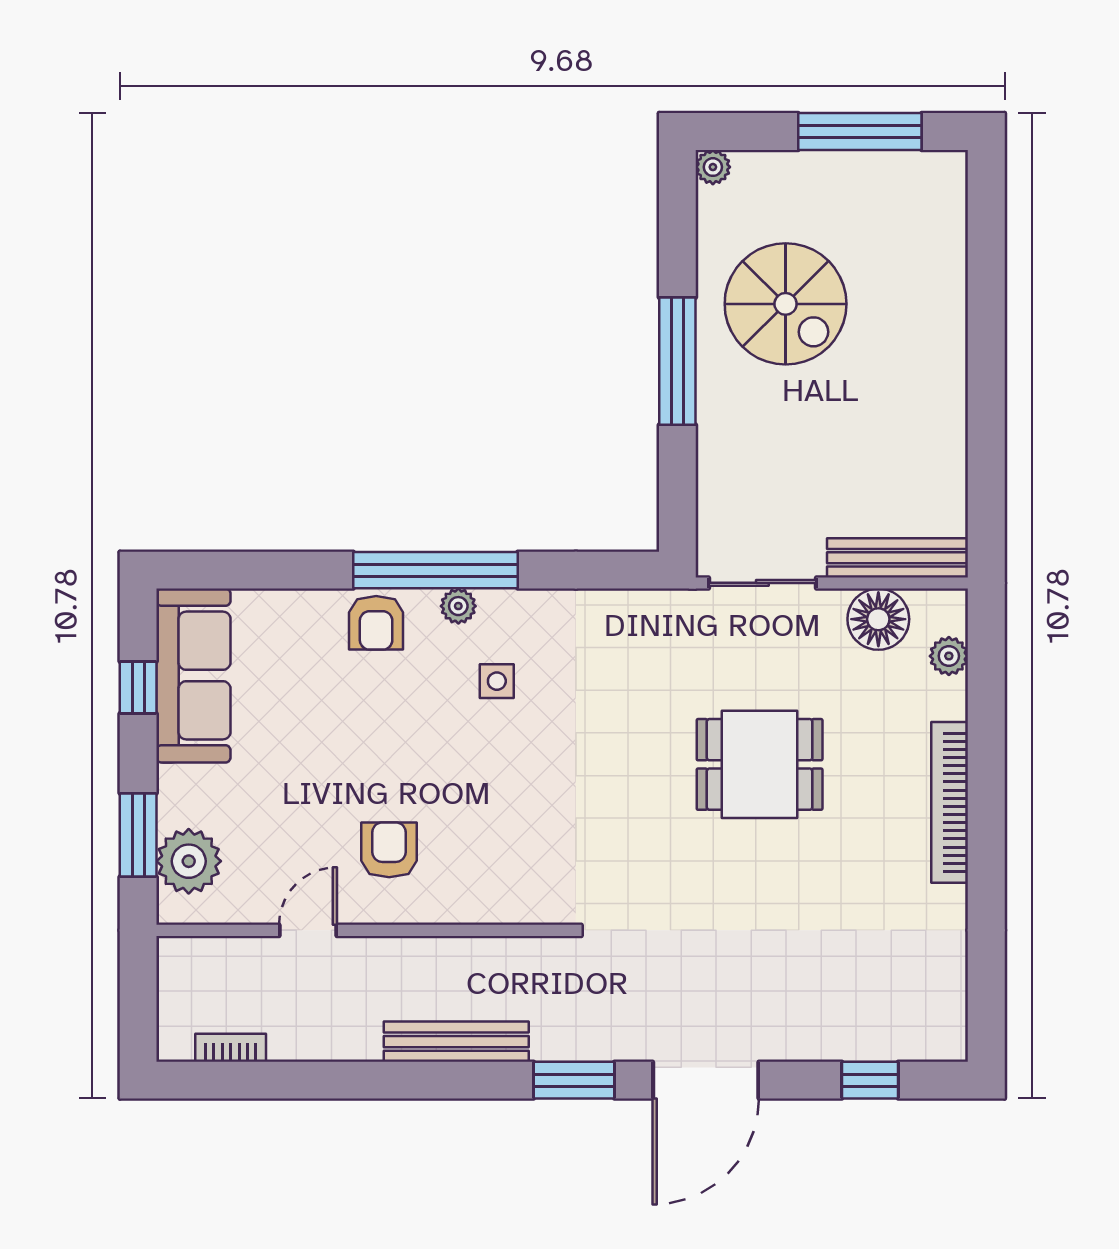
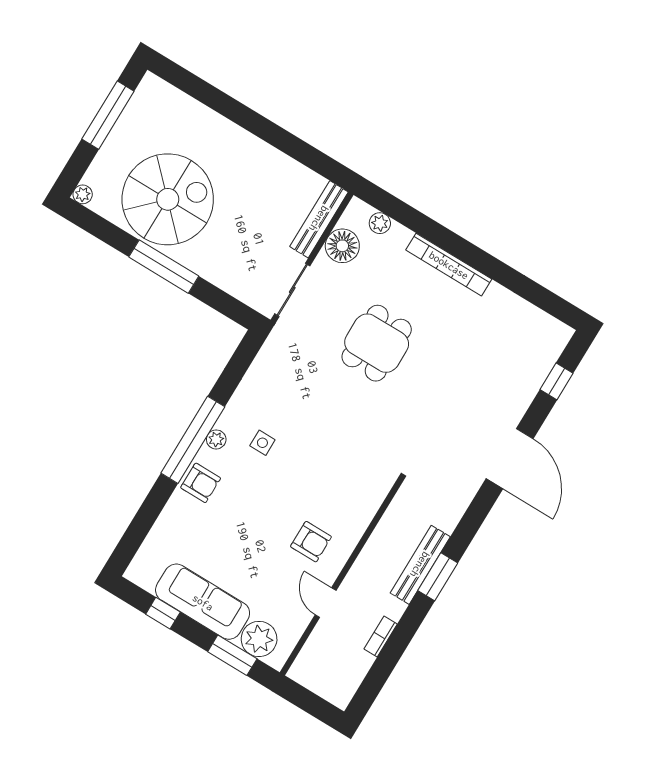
spiral stairs: (786, 304) -> (168, 199), width x1.37, depth x1.37
sofa: (193, 676) -> (203, 602), moved
armchair: (389, 850) -> (311, 542), turned 180
bookcase: (231, 1048) -> (381, 636), moved
window: (574, 1080) -> (438, 577), moved

